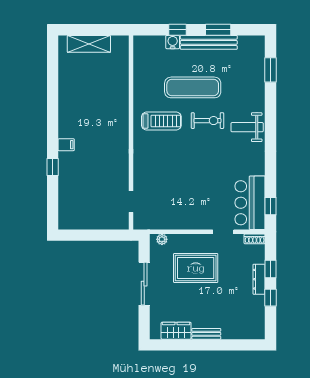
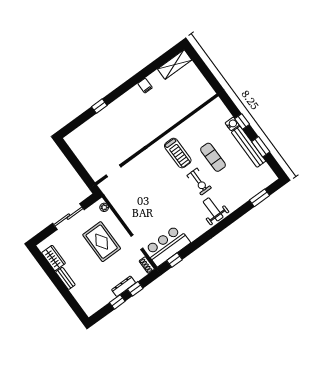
shelving: (89, 44) -> (175, 65), moved, turned 90
exercise mat: (193, 87) -> (213, 157), width x0.73, depth x0.69
filing cabinet: (66, 145) -> (145, 86), moved

